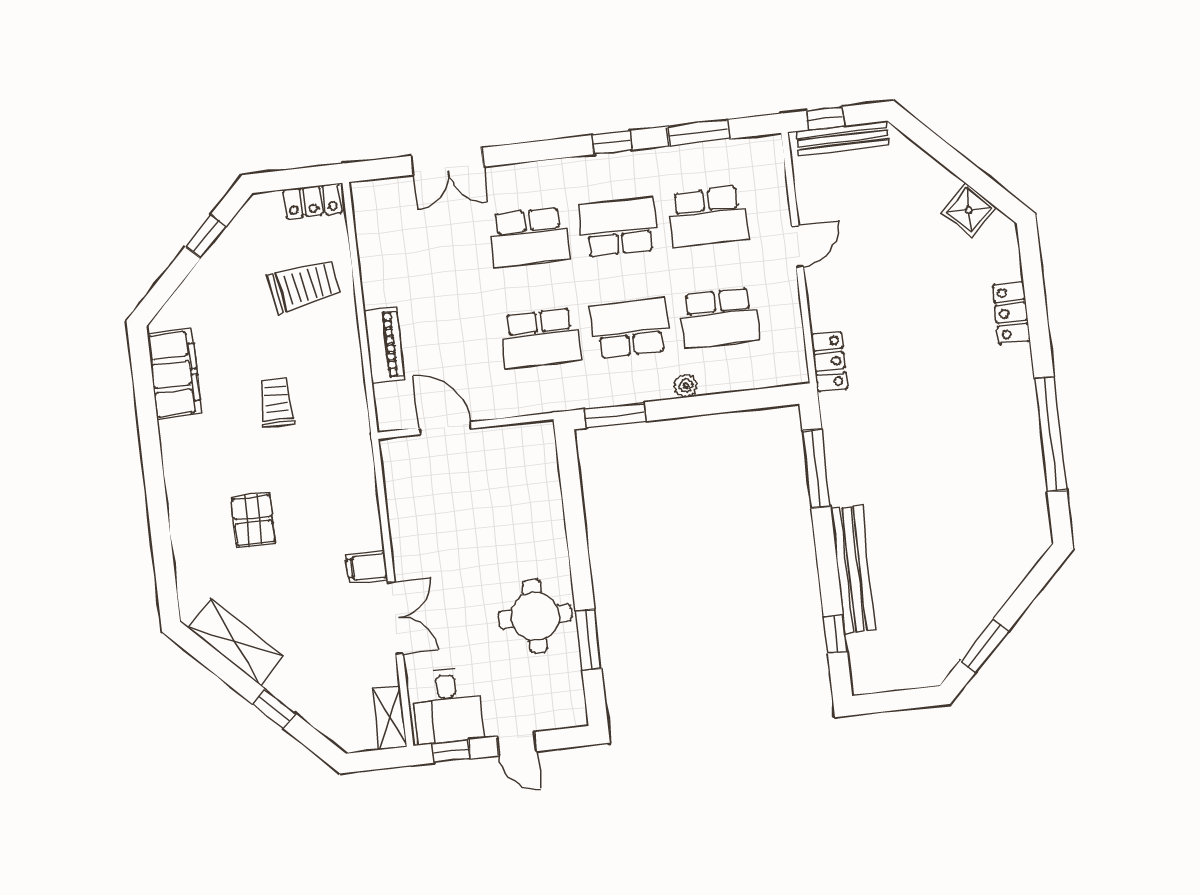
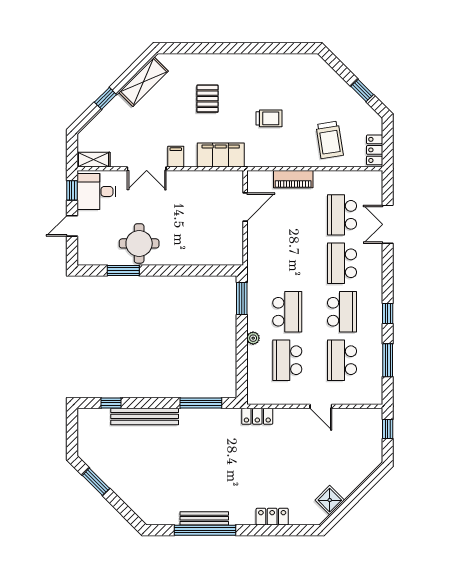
bench: (843, 138) -> (204, 518), moved, turned 90
school desk: (540, 338) -> (342, 215), moved
filing cabinet: (174, 374) -> (221, 155), moved, turned 180
pallet: (253, 520) -> (208, 99), turned 90

